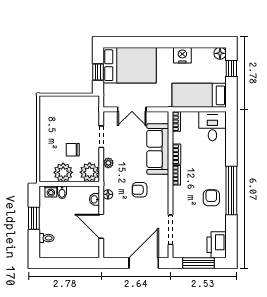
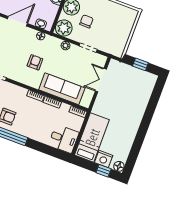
nightstand: (182, 55) -> (104, 159), moved, turned 90
bed: (130, 65) -> (136, 91), removed

